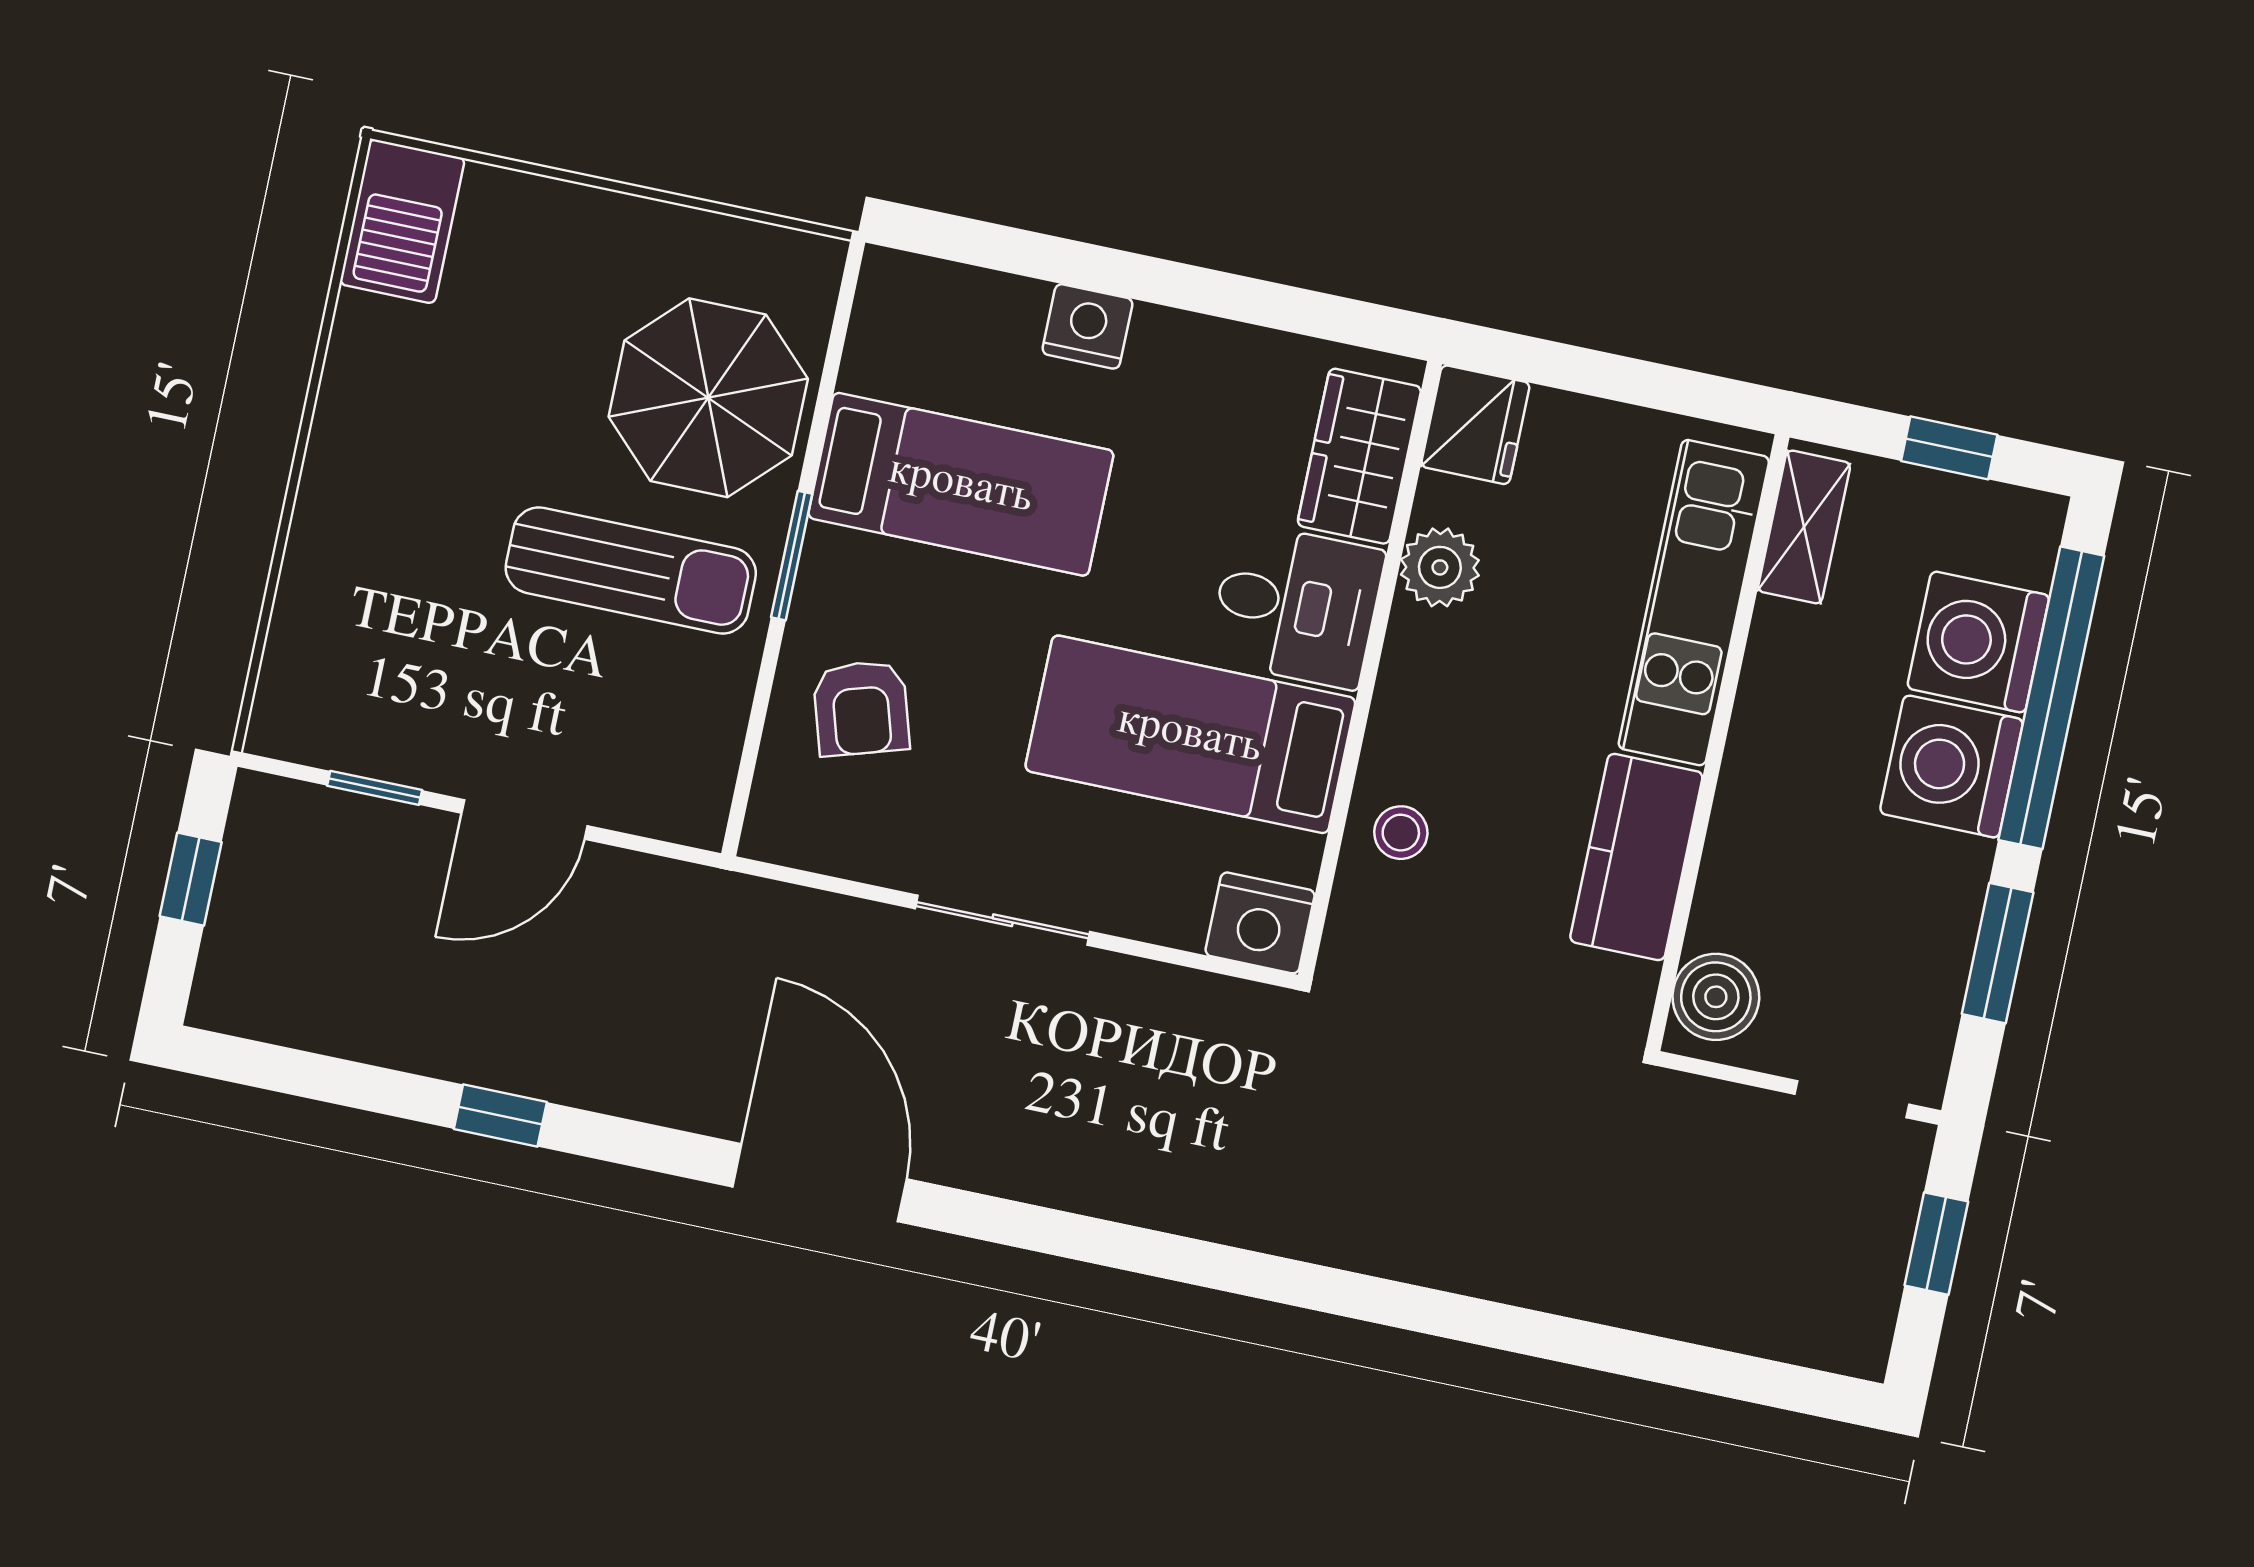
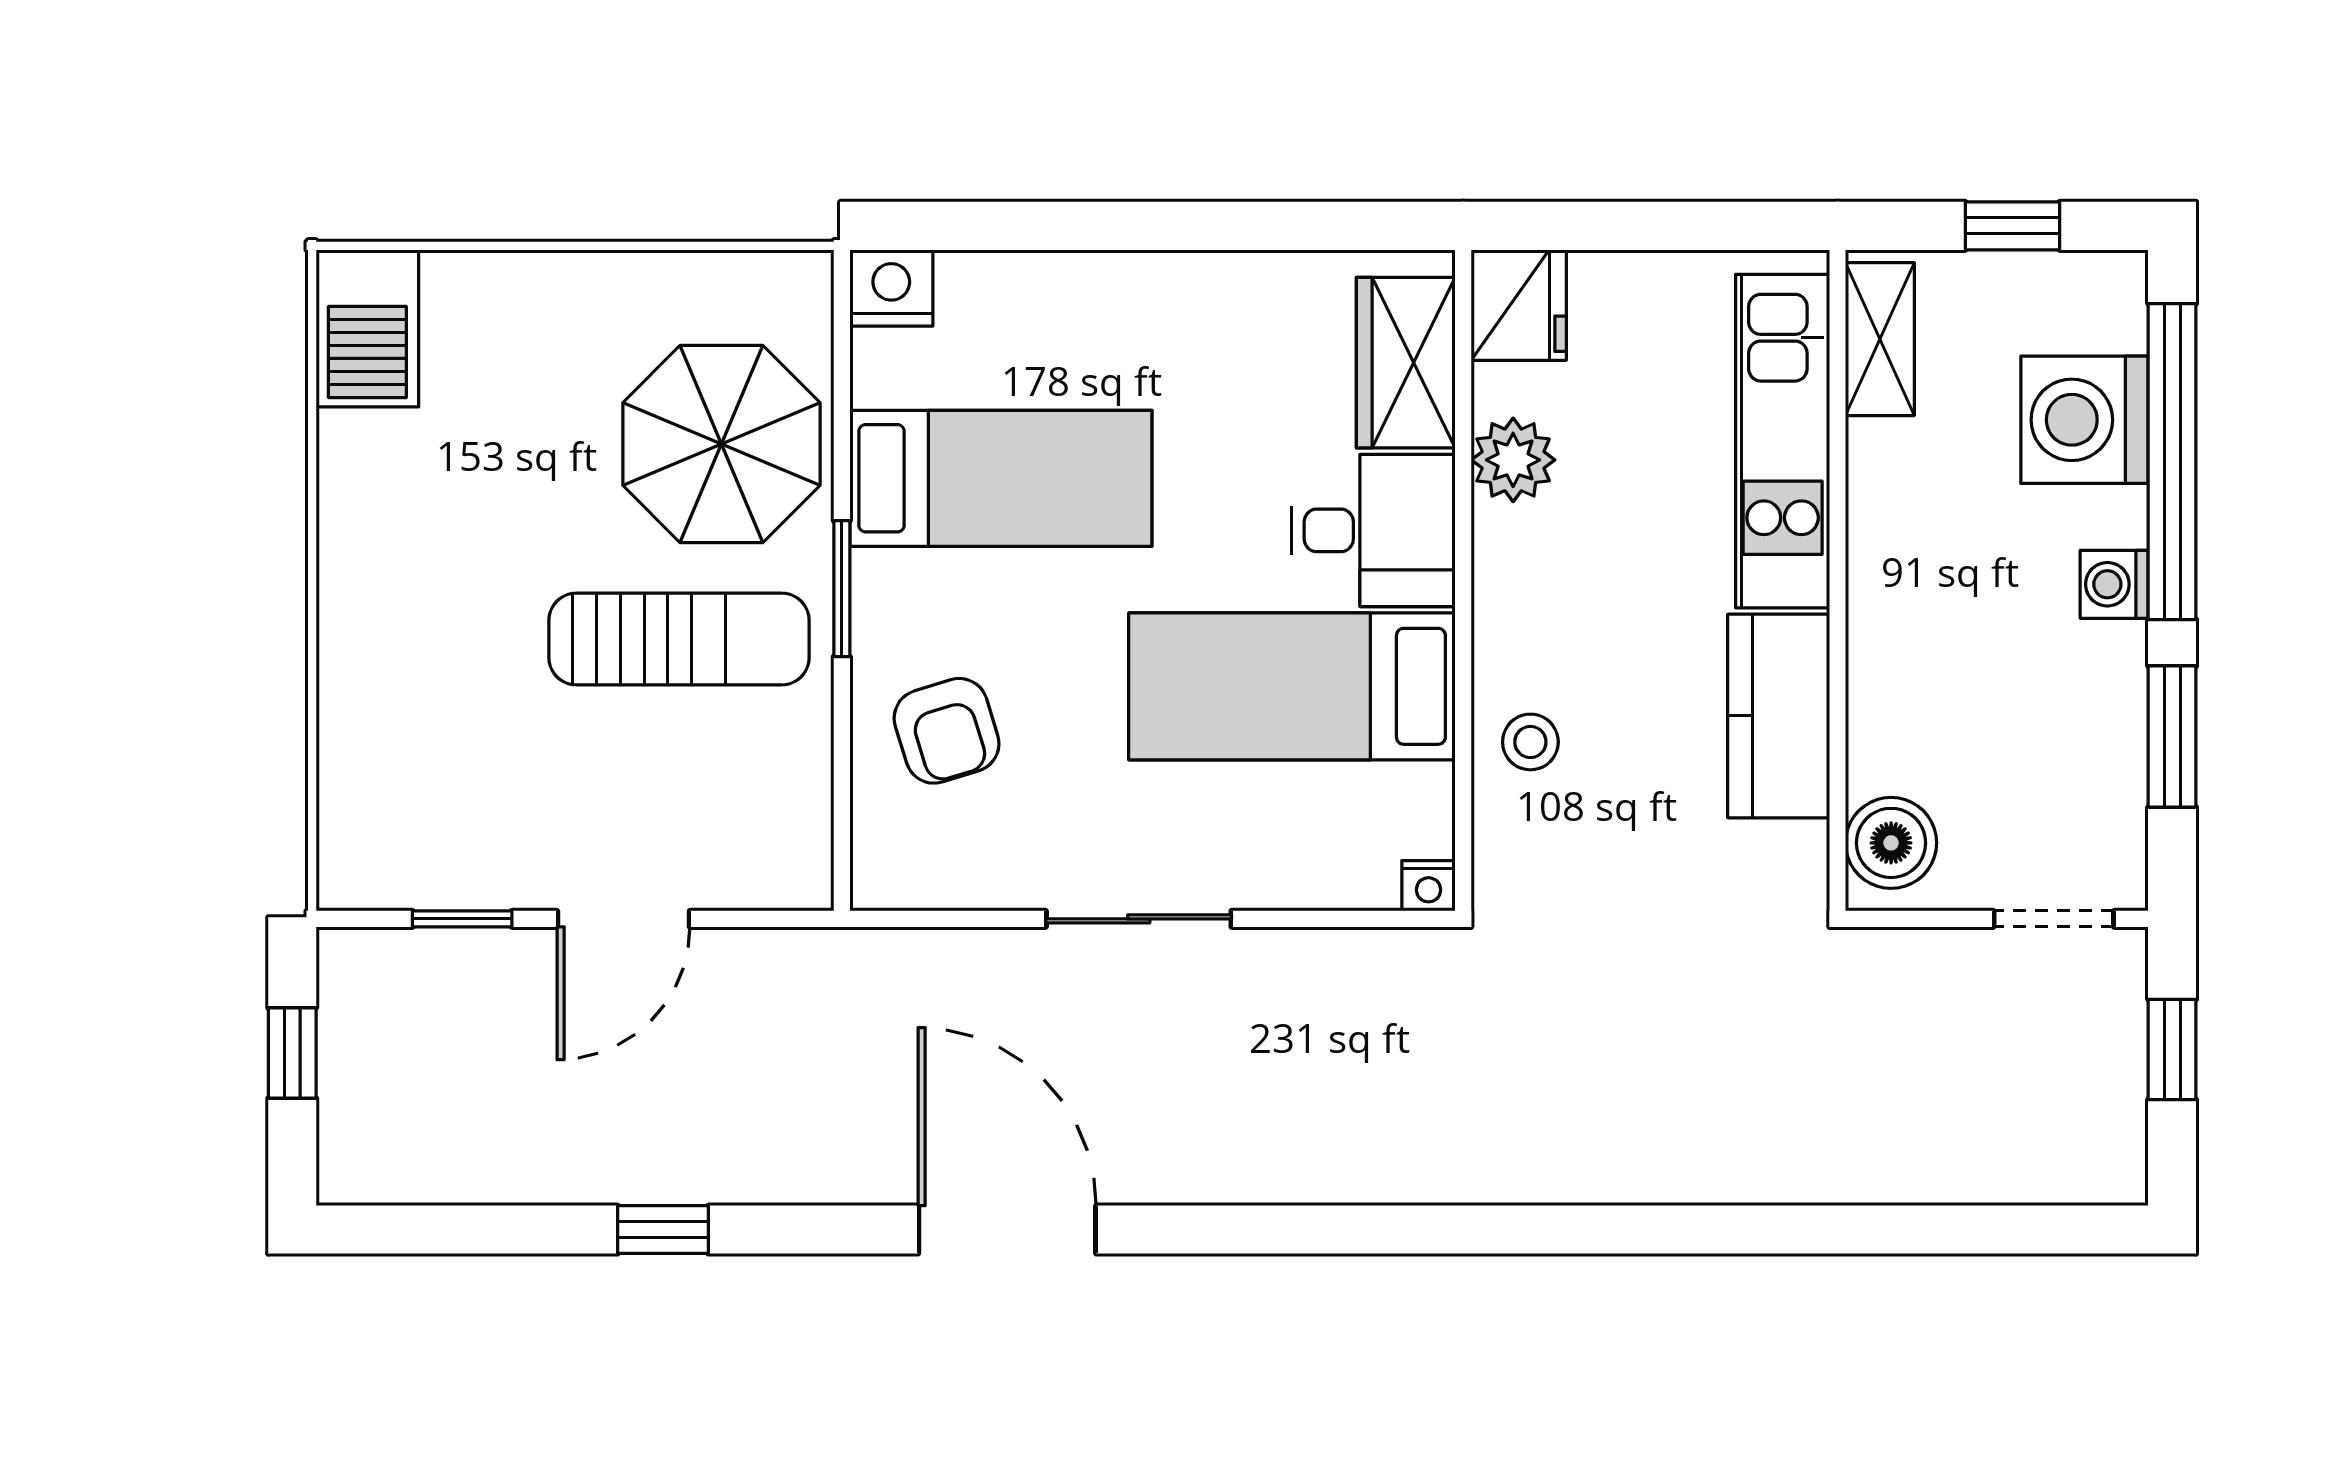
nightstand: (1087, 326) -> (891, 288), moved
washing machine: (1951, 766) -> (2114, 584), width x0.53, depth x0.53
nightstand: (1260, 923) -> (1429, 886), width x0.53, depth x0.56

